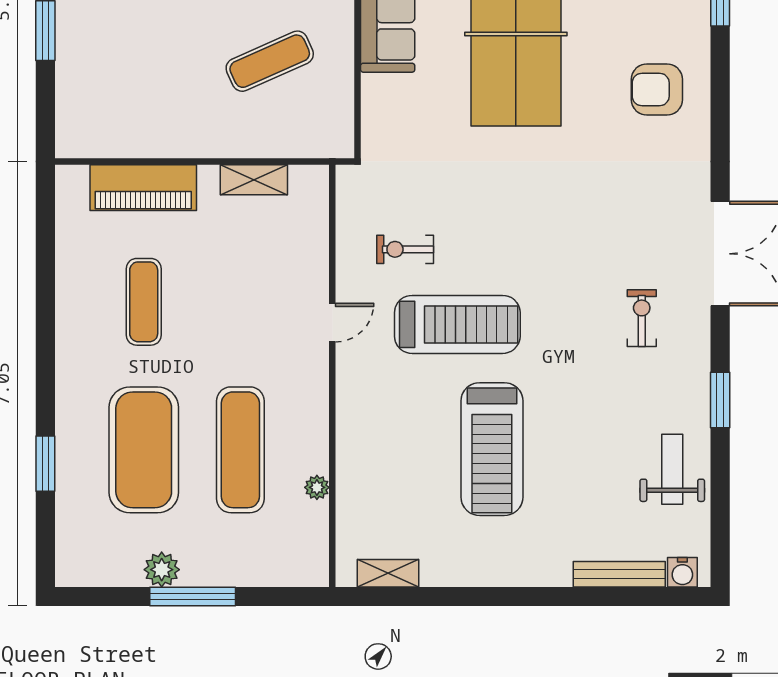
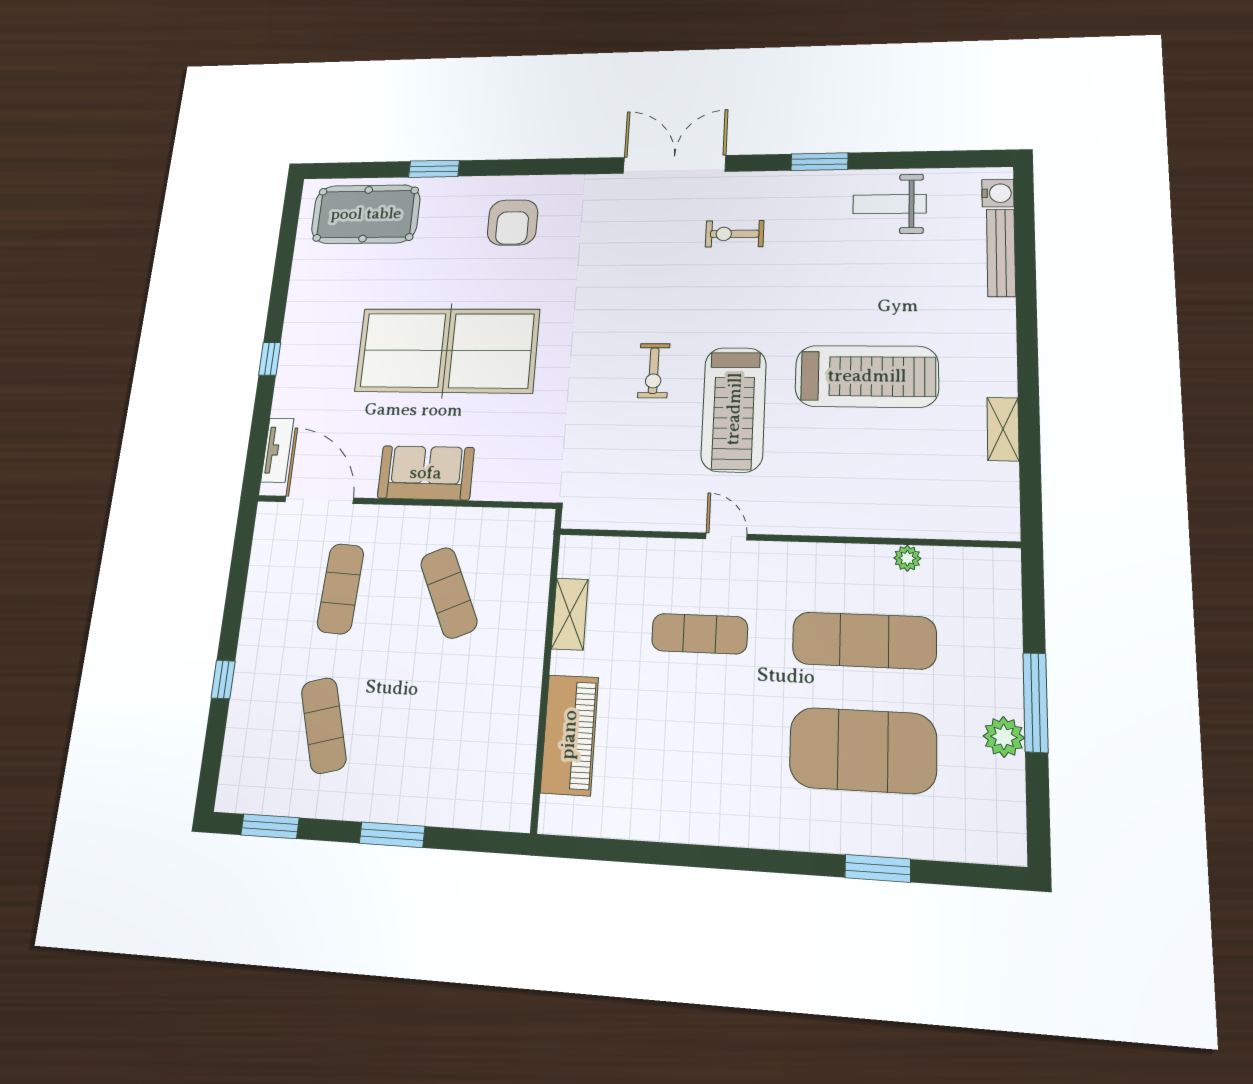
exercise bike: (405, 249) -> (654, 371), moved
exercise mat: (144, 302) -> (700, 634), moved
treadmill: (457, 324) -> (734, 409), turned 180
shelving: (388, 573) -> (1003, 429), moved

